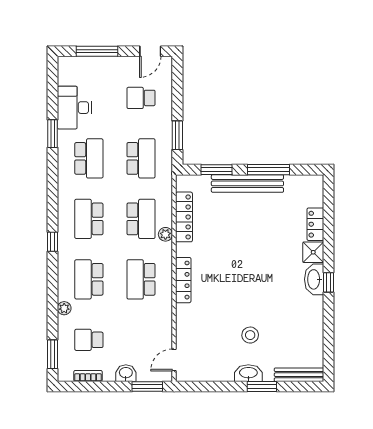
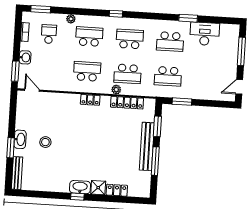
door: (150, 51) -> (239, 87), hinge flipped
school desk: (141, 98) -> (208, 79), removed
locker: (183, 280) -> (90, 100), width x0.66

